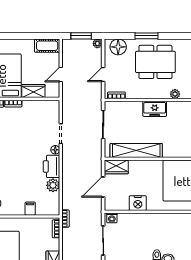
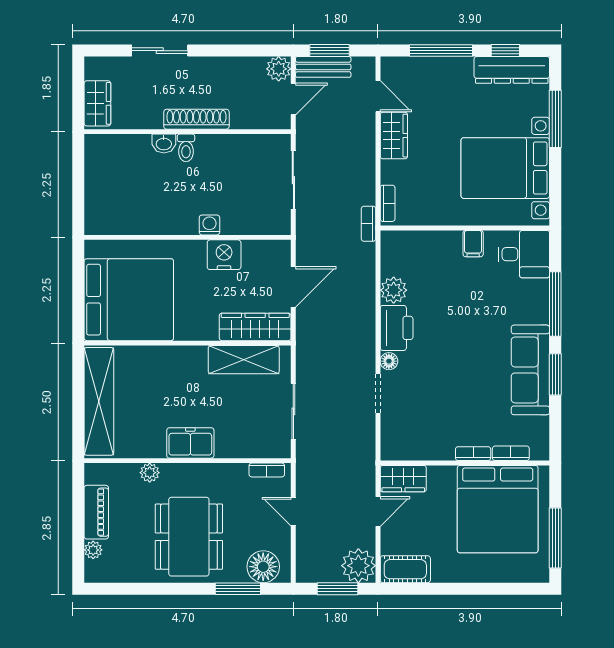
window: (147, 36) -> (238, 589), moved
plant: (97, 43) -> (358, 566), moved, width x1.88, depth x1.88
dining table: (155, 62) -> (189, 537), turned 90
door: (103, 74) -> (293, 512), swing flipped
wardrobe: (33, 91) -> (403, 479), moved
shelving: (136, 151) -> (244, 360), width x0.68
wardrobe: (116, 167) -> (255, 327), width x1.50
filing cabinet: (30, 209) -> (473, 244), moved
washing machine: (112, 218) -> (209, 225), moved

